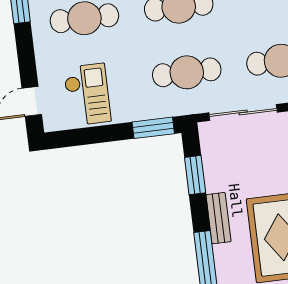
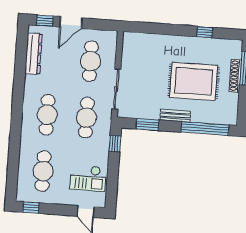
checkout: (87, 94) -> (88, 178), turned 180
window: (153, 128) -> (115, 144), width x0.67

